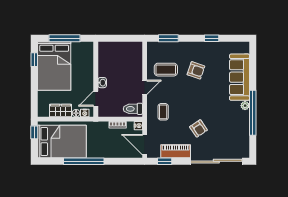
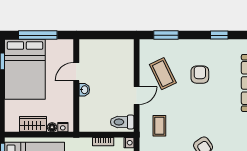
coffee table: (166, 70) -> (163, 74), turned 64
armchair: (196, 70) -> (200, 75), turned -109
door: (96, 99) -> (76, 72), moved

